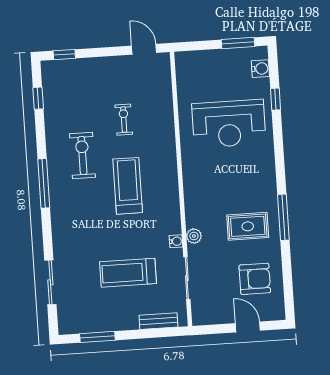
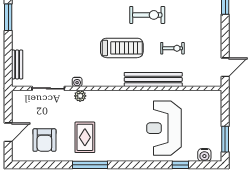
bench: (166, 142) -> (153, 79), added
treadmill: (128, 273) -> (56, 44), removed

